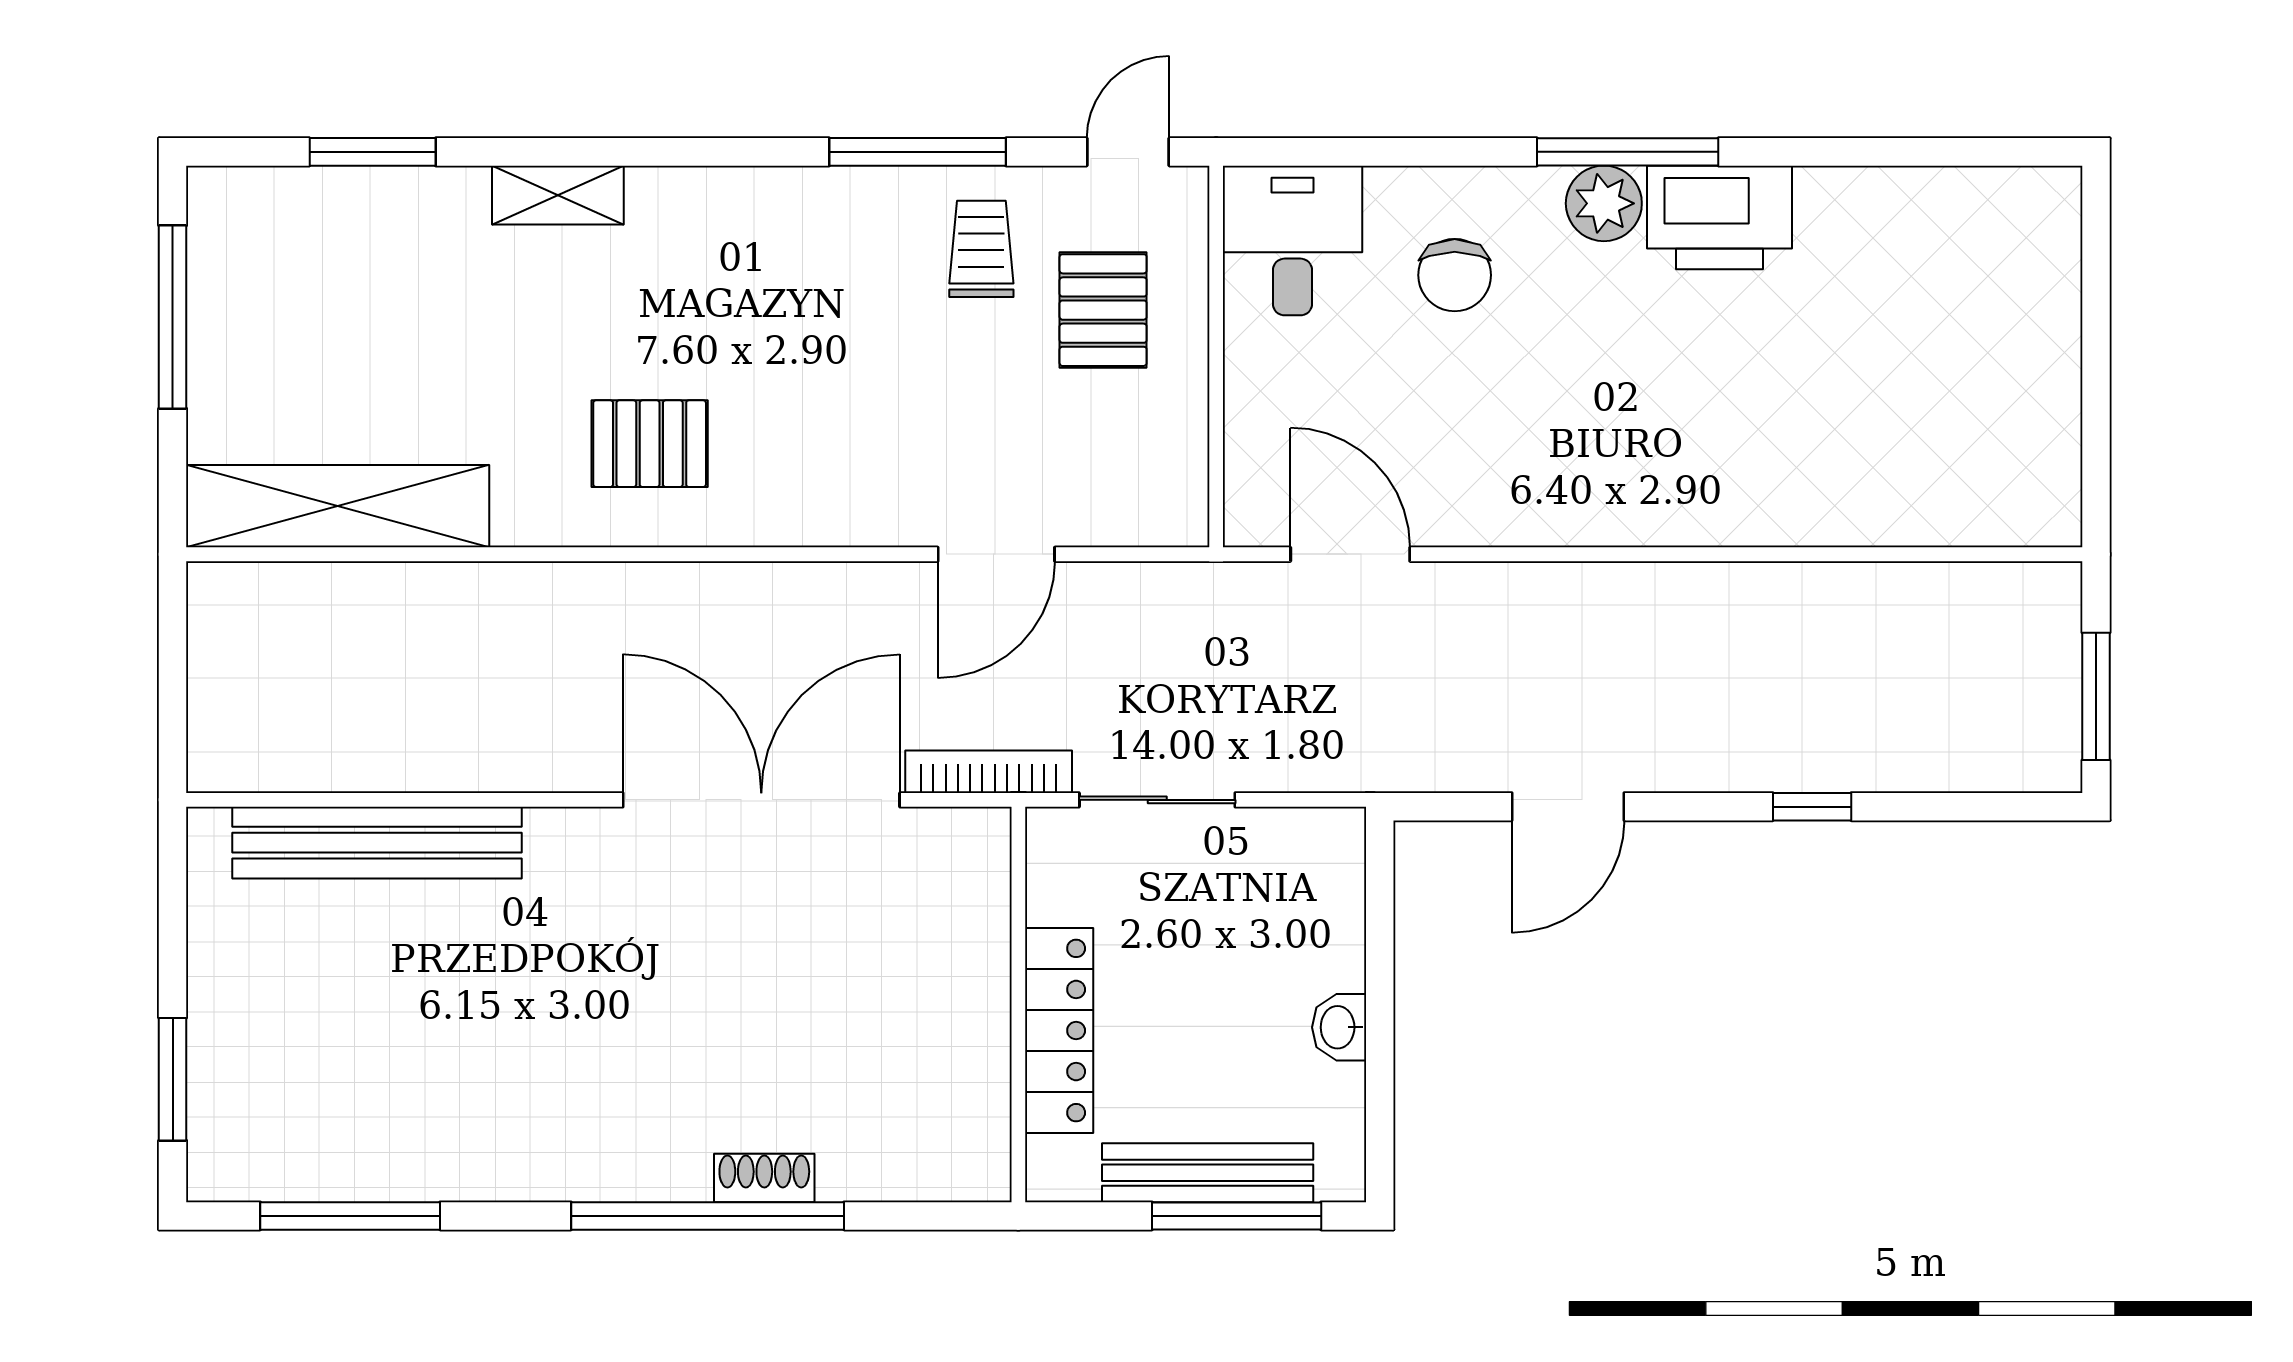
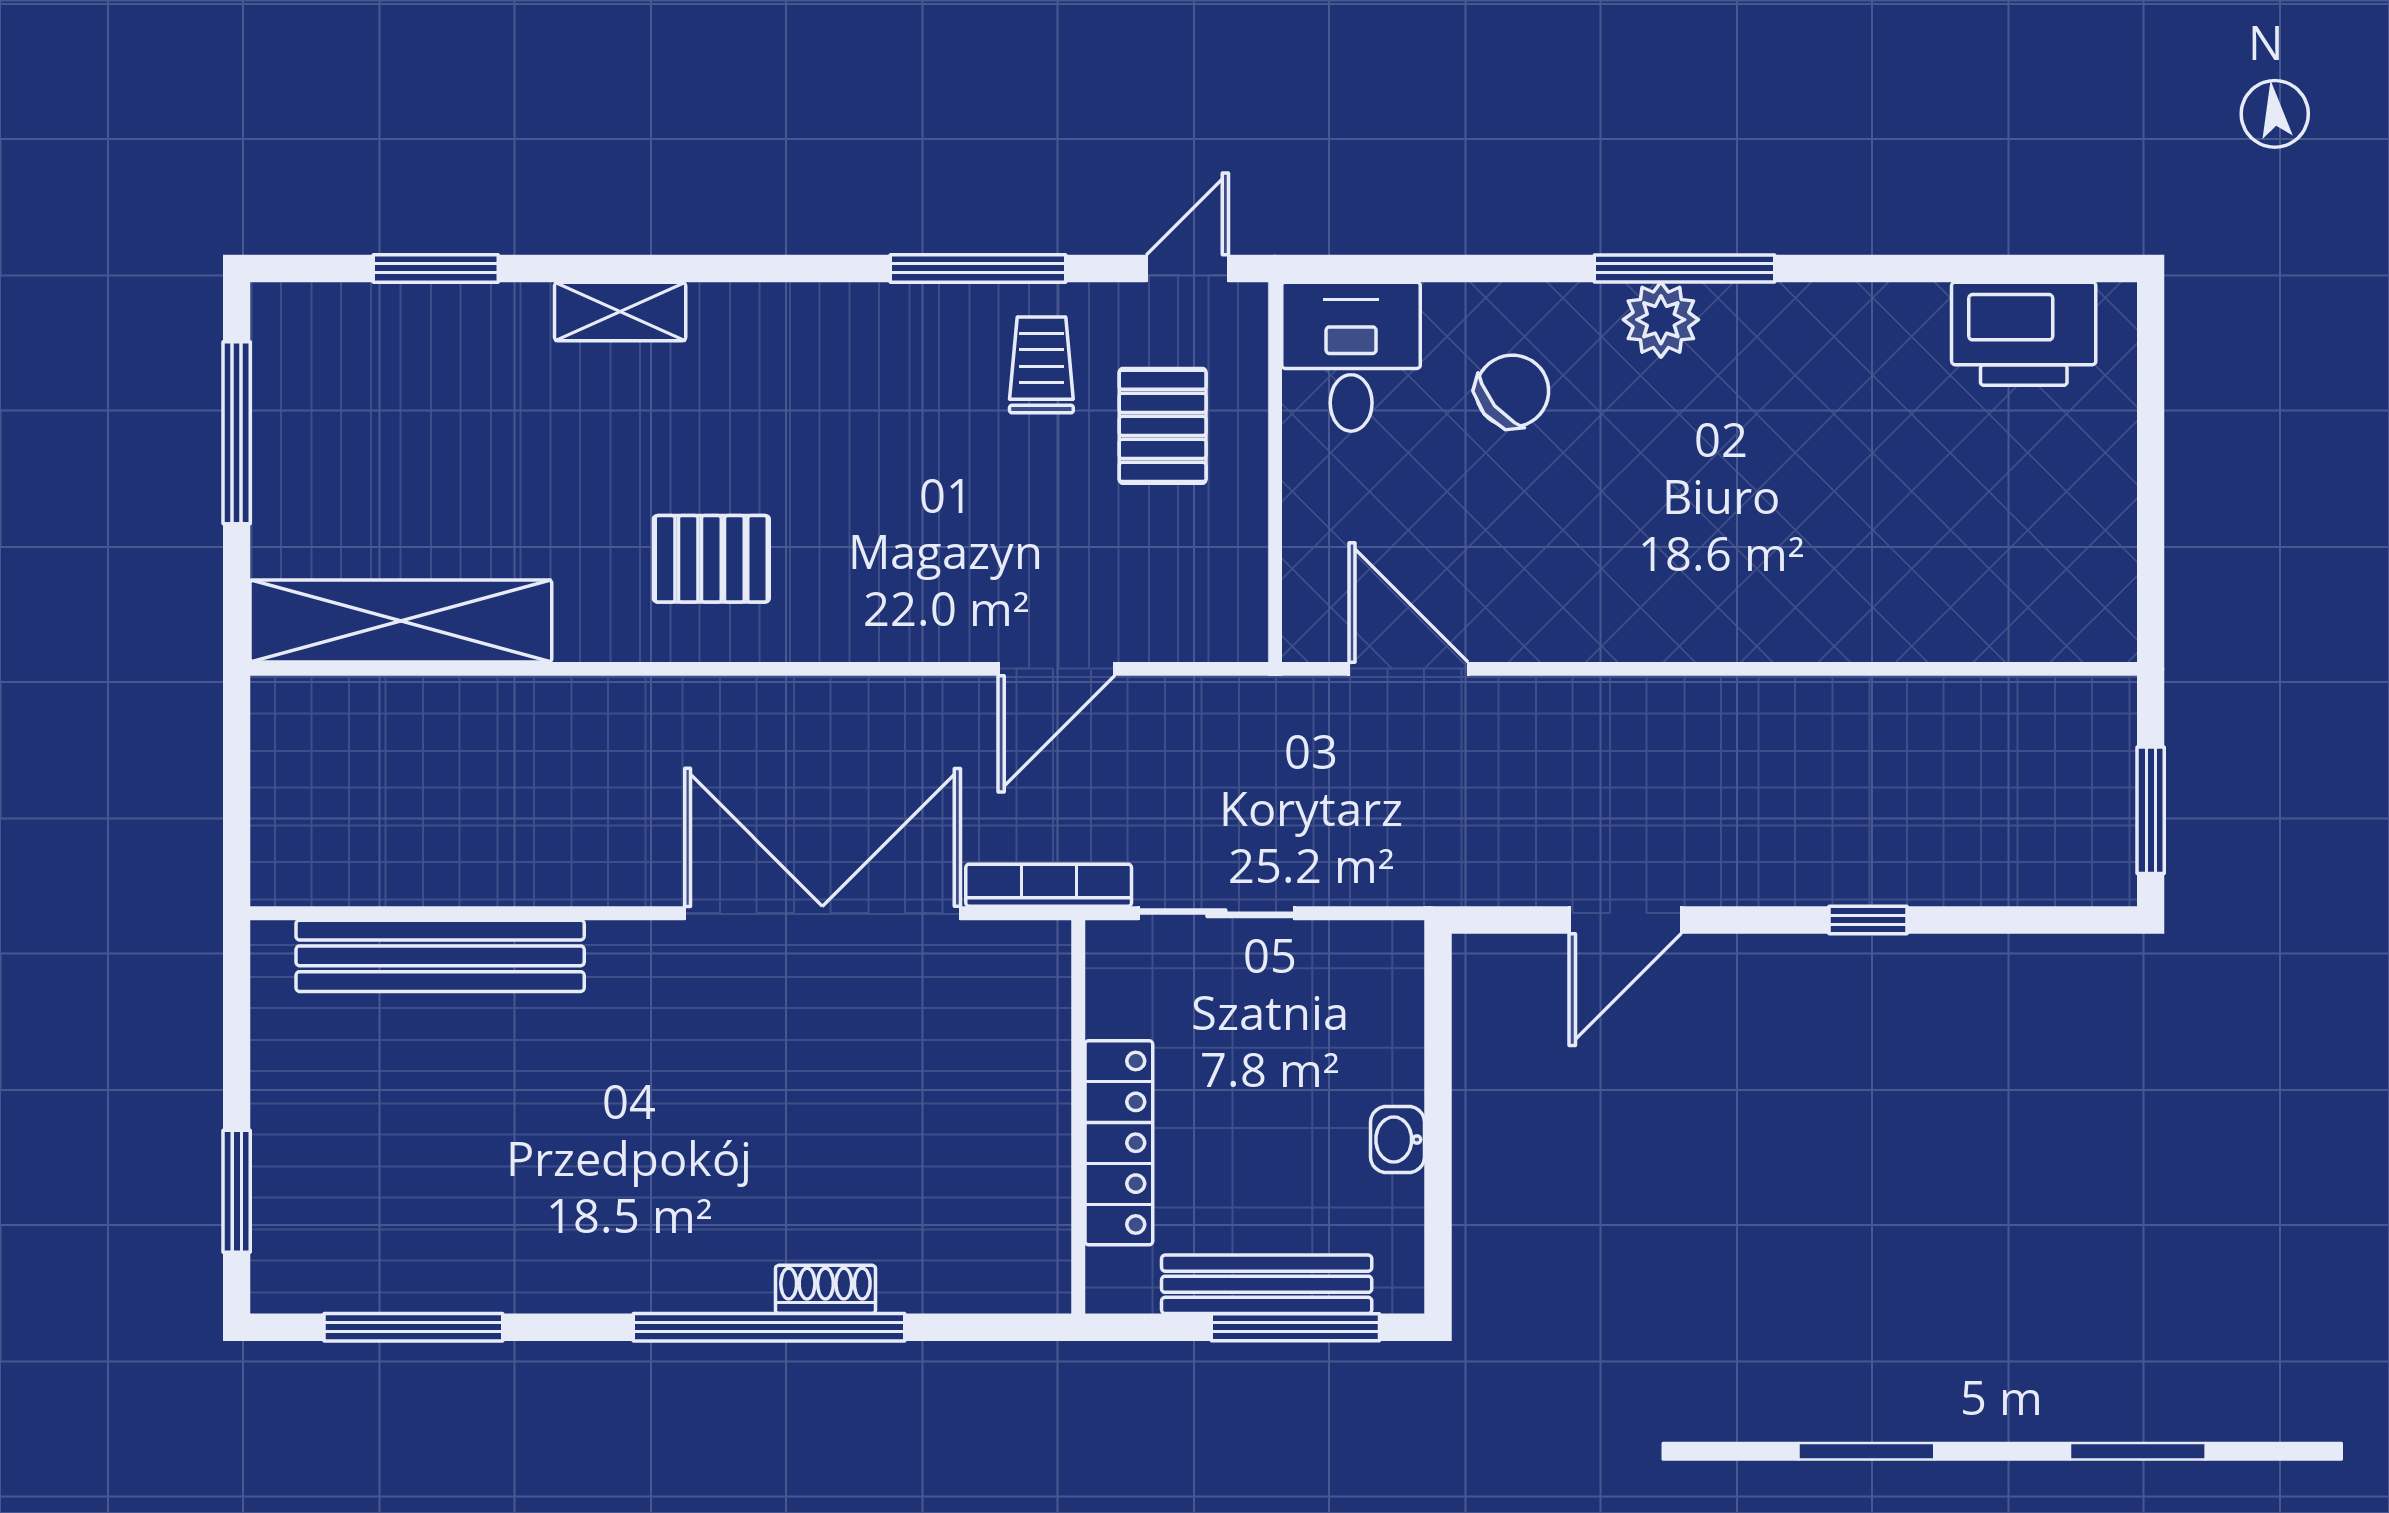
printer: (1720, 218) -> (2024, 334), moved
chair: (1455, 275) -> (1512, 391), turned -130

